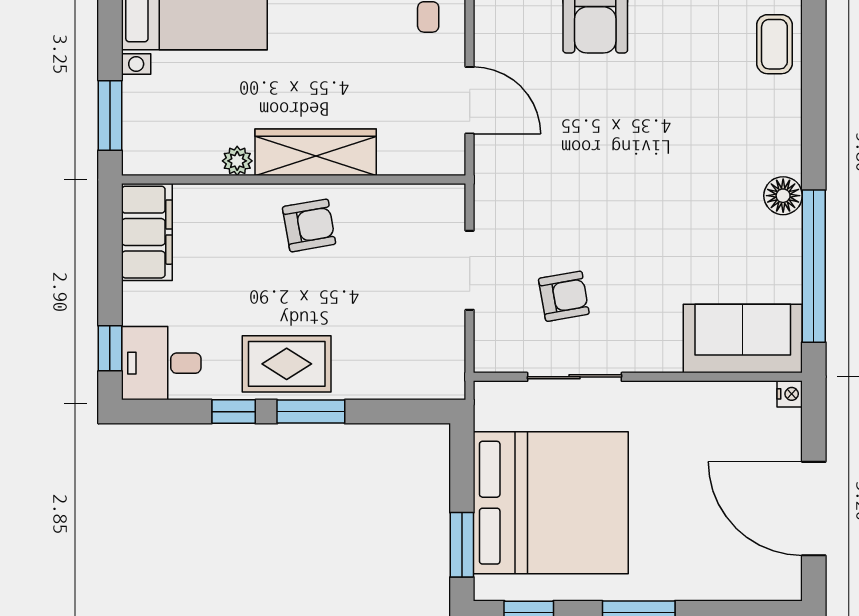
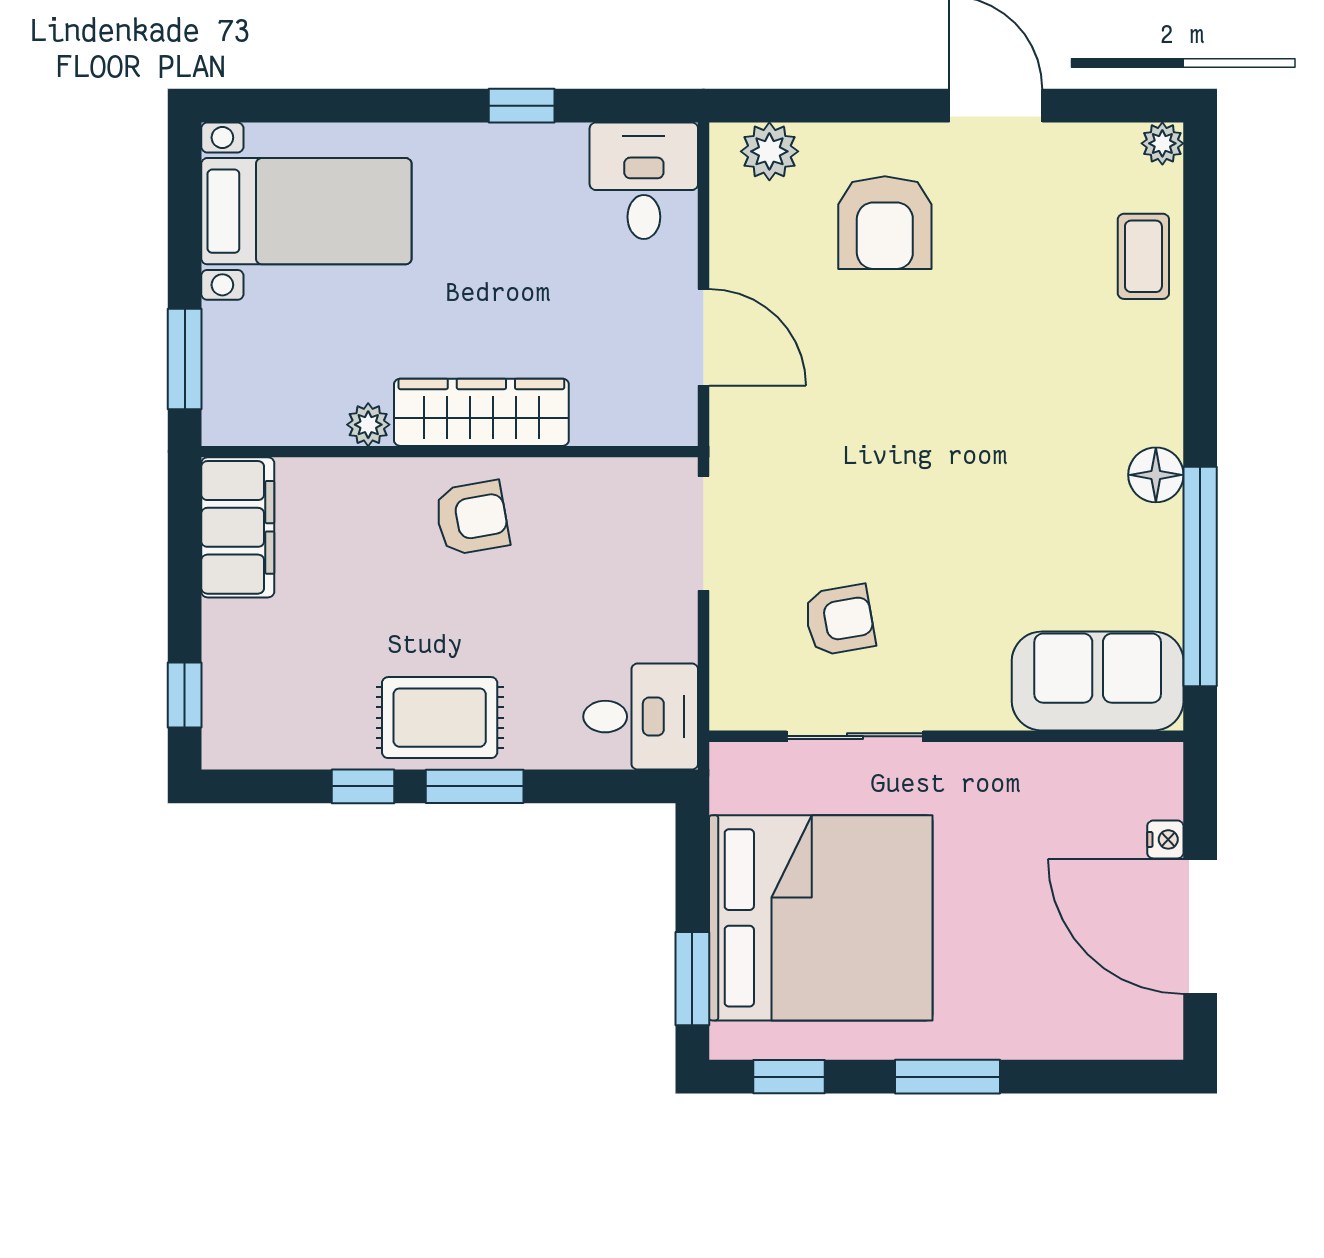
doorway: (470, 270) -> (704, 533), moved
desk: (161, 363) -> (641, 717), moved, turned 180
nightstand: (790, 394) -> (1165, 839), moved

